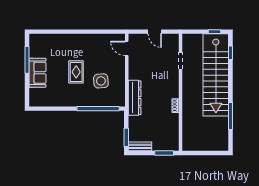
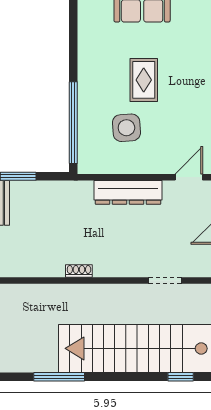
rug: (76, 72) -> (144, 80), turned 90
dresser: (135, 98) -> (128, 192), moved

